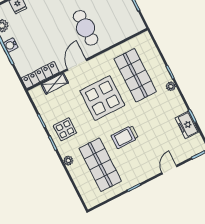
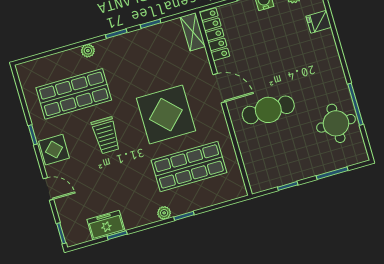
shelving: (55, 84) -> (193, 32), moved
display table: (65, 129) -> (54, 150), moved
trolley: (125, 137) -> (106, 135), turned 180

